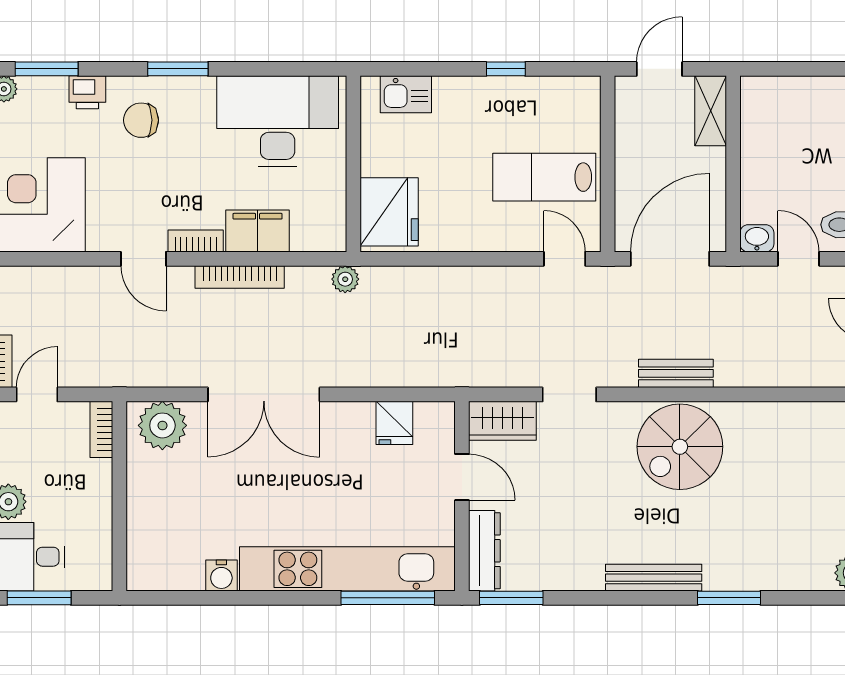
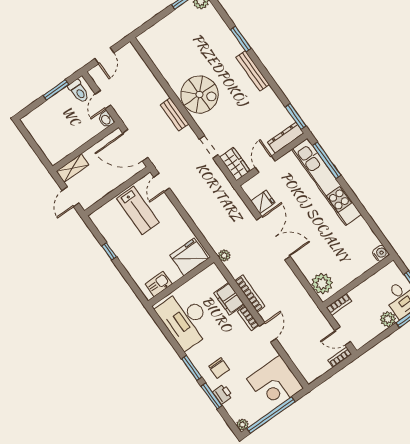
window: (47, 69) -> (211, 396), moved
door: (659, 69) -> (70, 197), hinge flipped
kitchen sink: (406, 94) -> (159, 284), moved, turned -90
double door: (264, 394) -> (273, 238), moved
water cooler: (221, 575) -> (381, 253), moved

